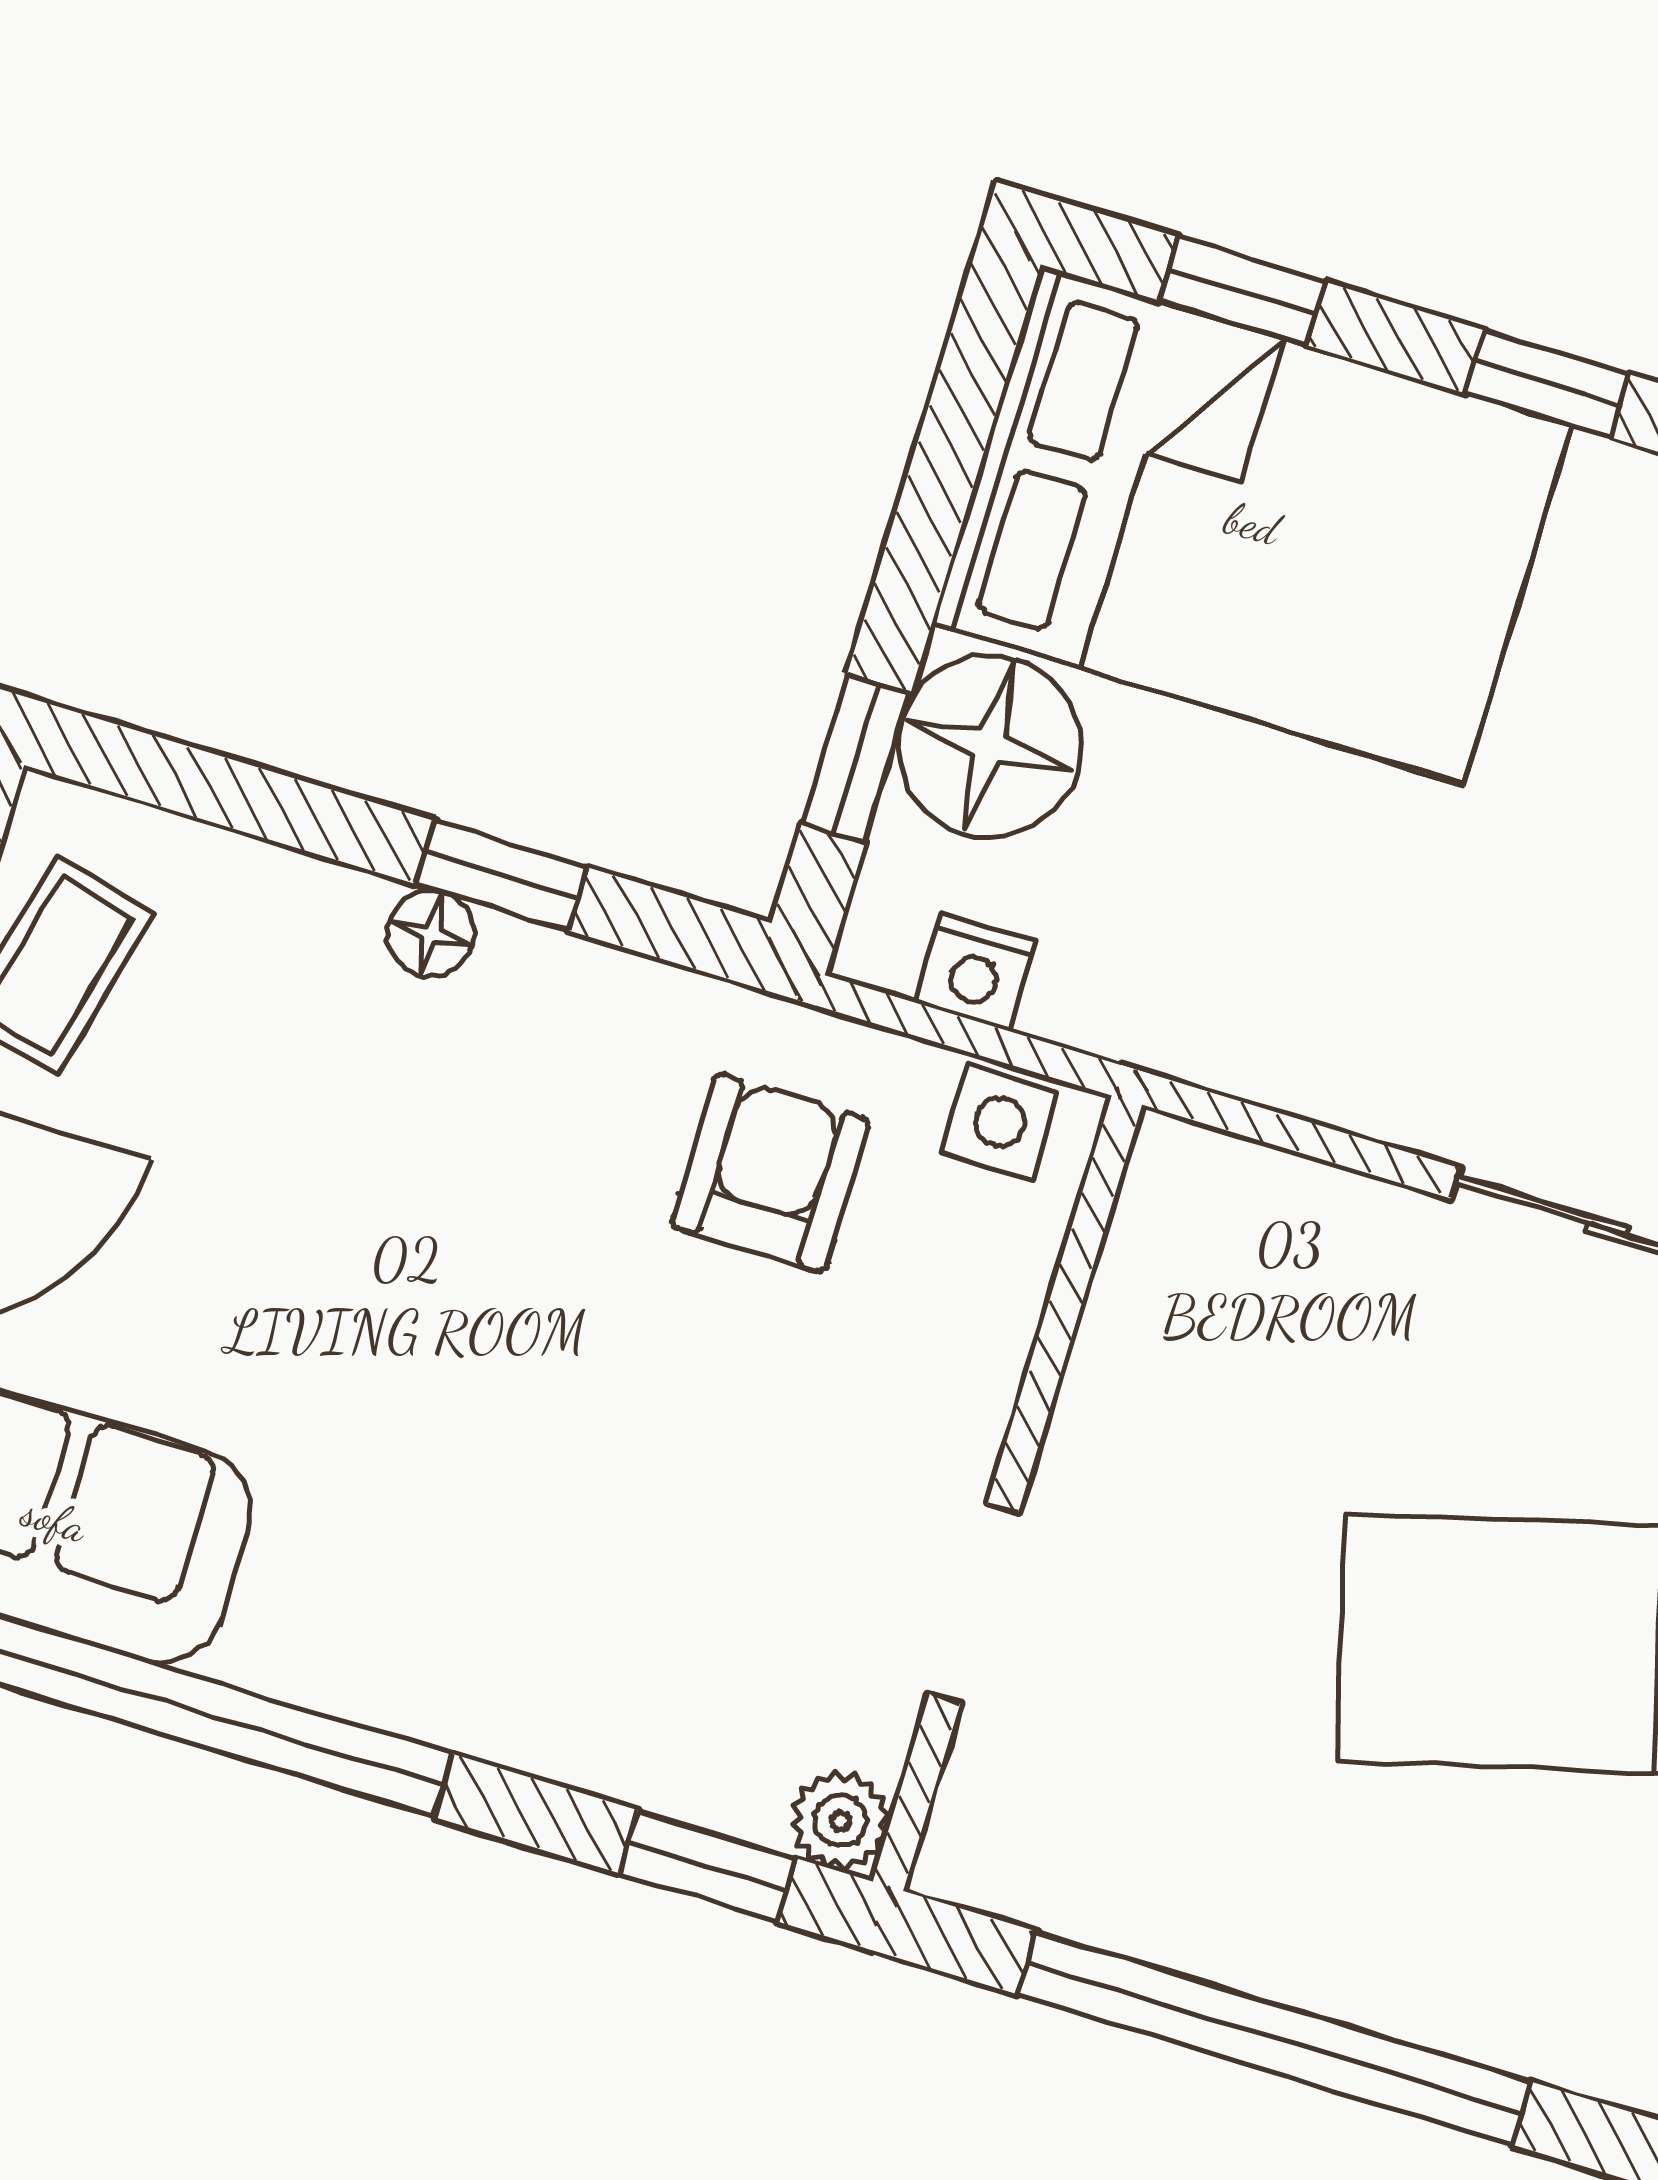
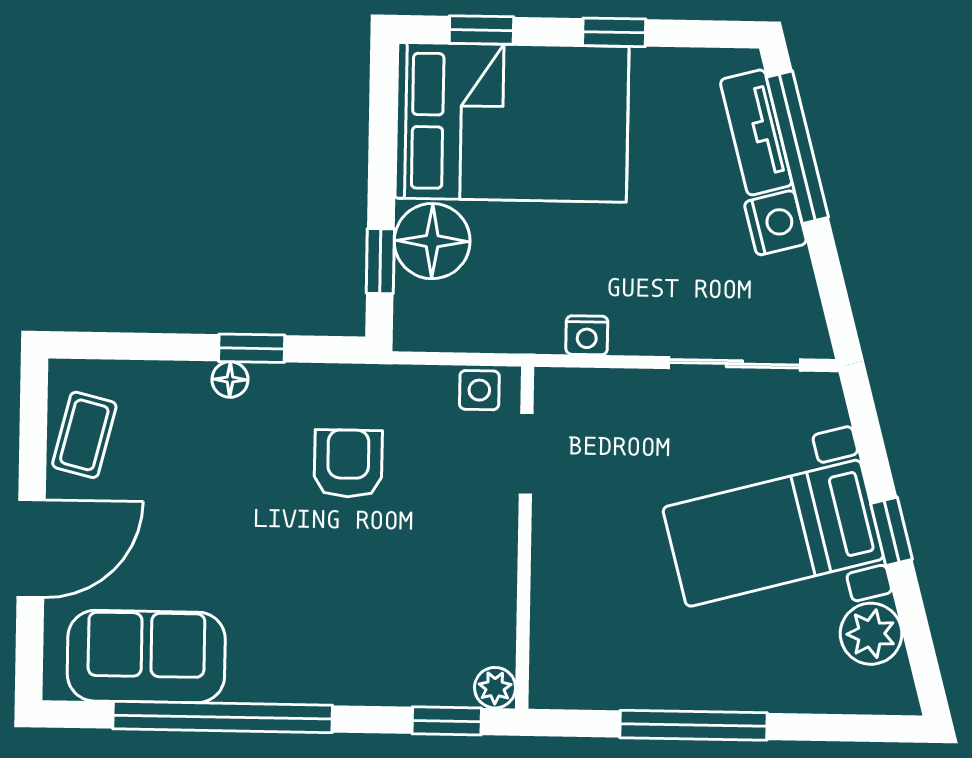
nightstand: (976, 972) -> (587, 335), moved
armchair: (771, 1173) -> (348, 463), moved
doorway: (974, 1604) -> (526, 454), moved
window: (1274, 2038) -> (693, 725), width x0.68

